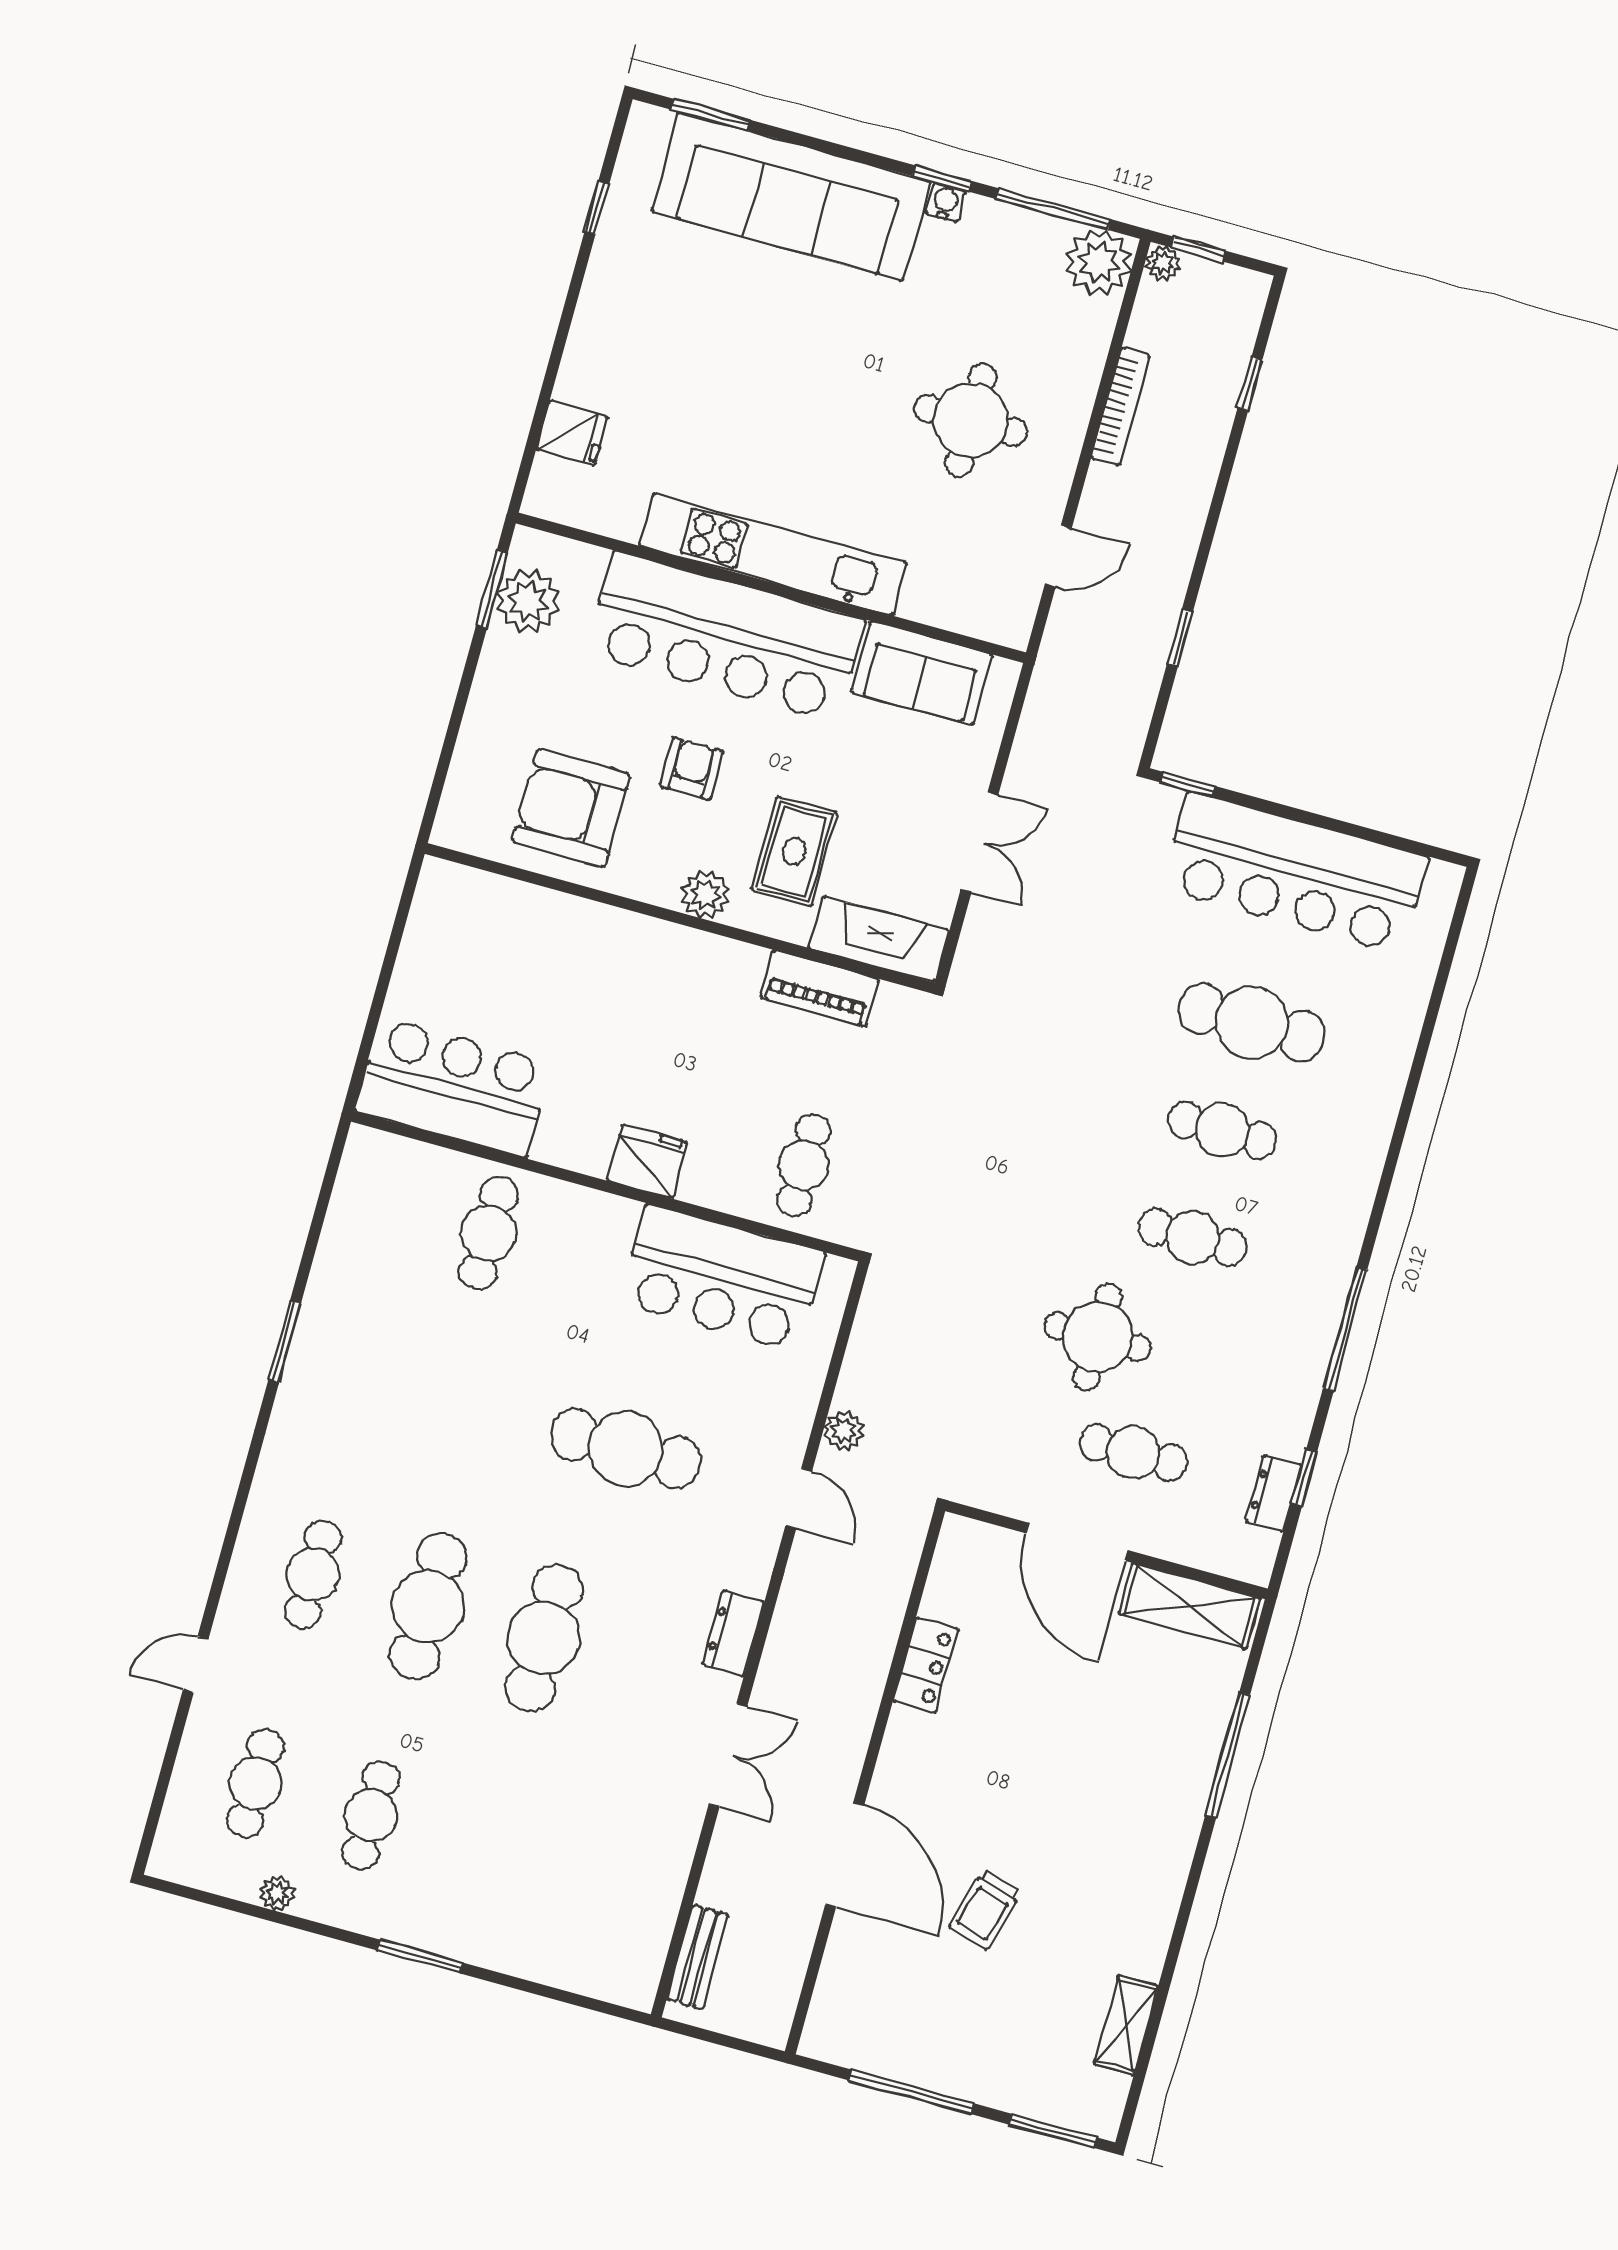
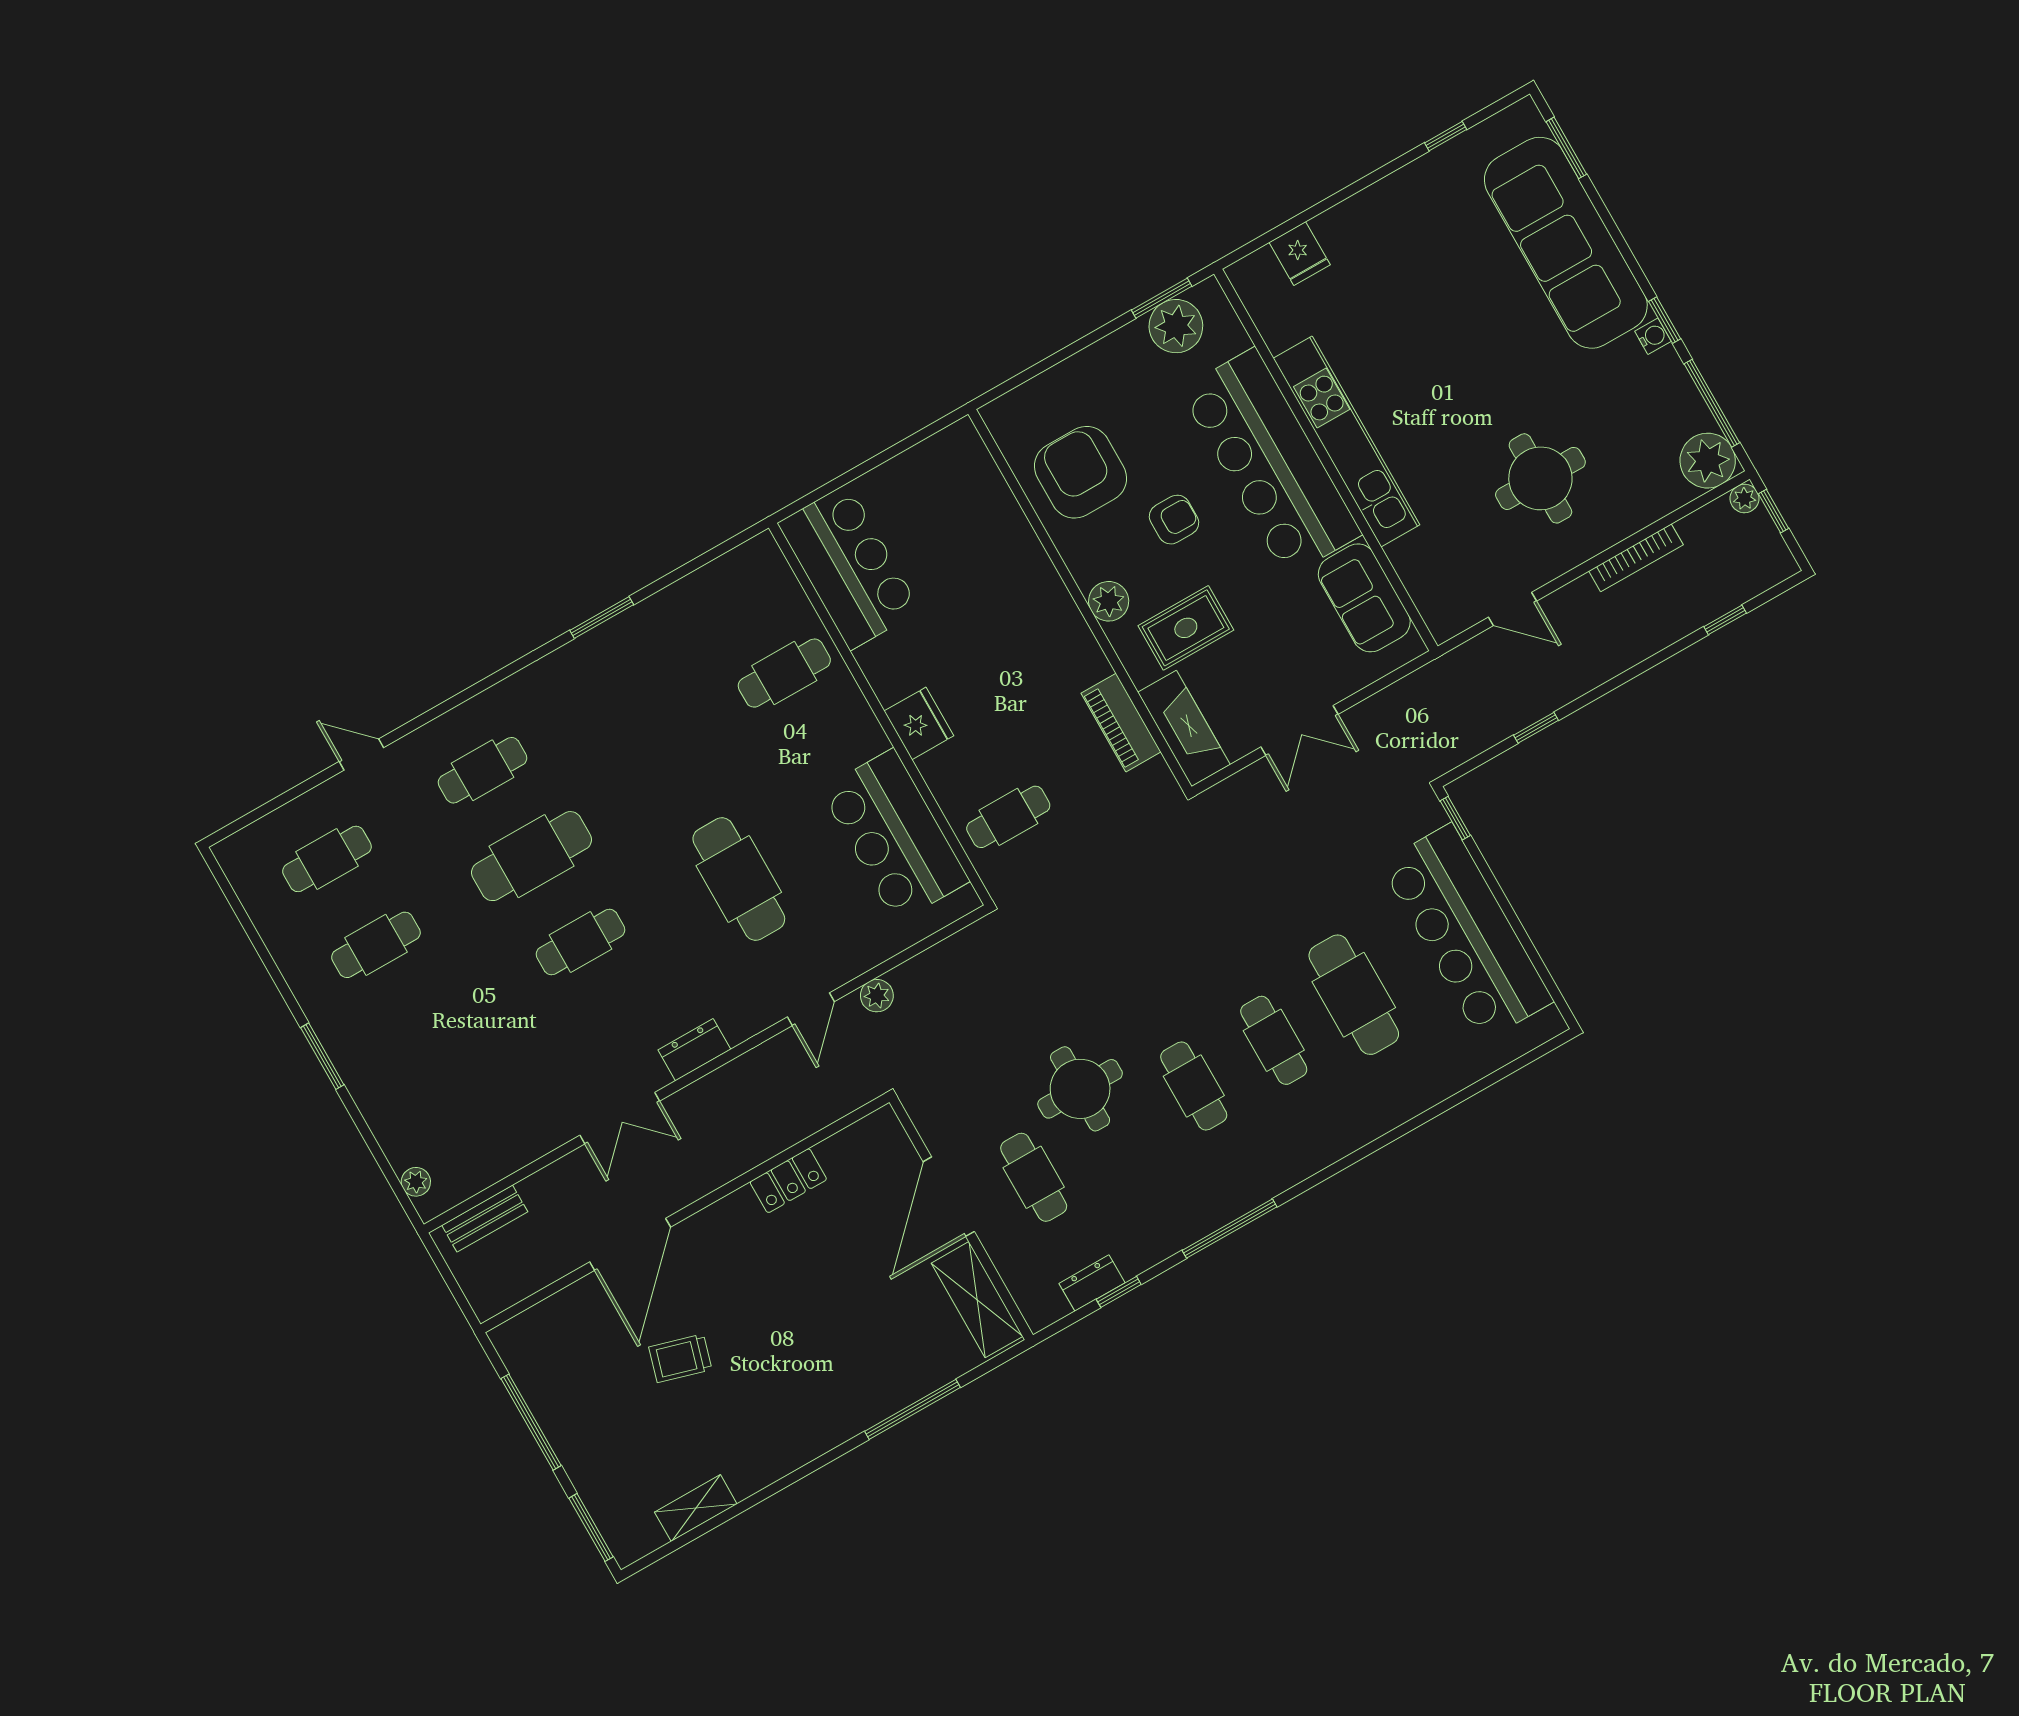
cafe table: (544, 1638) -> (581, 942), width x0.73, depth x0.74
plant: (277, 1893) -> (416, 1182), moved

